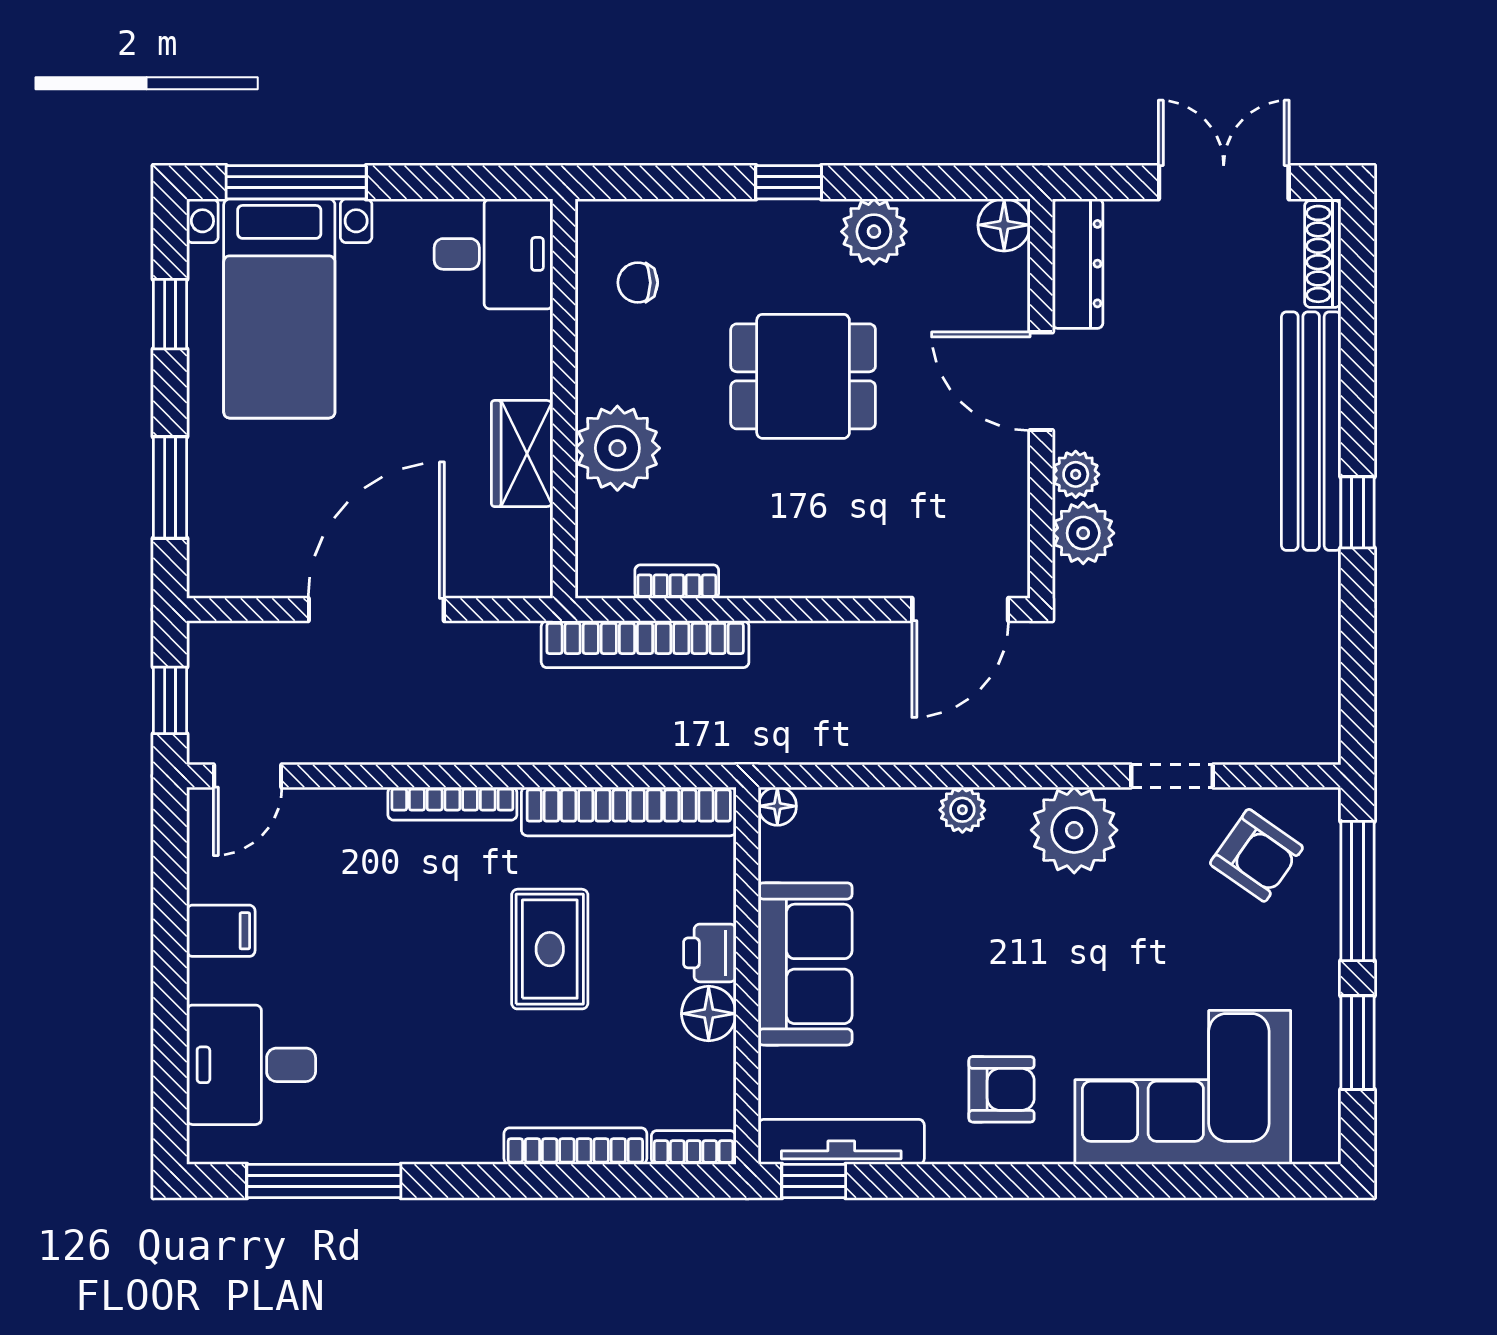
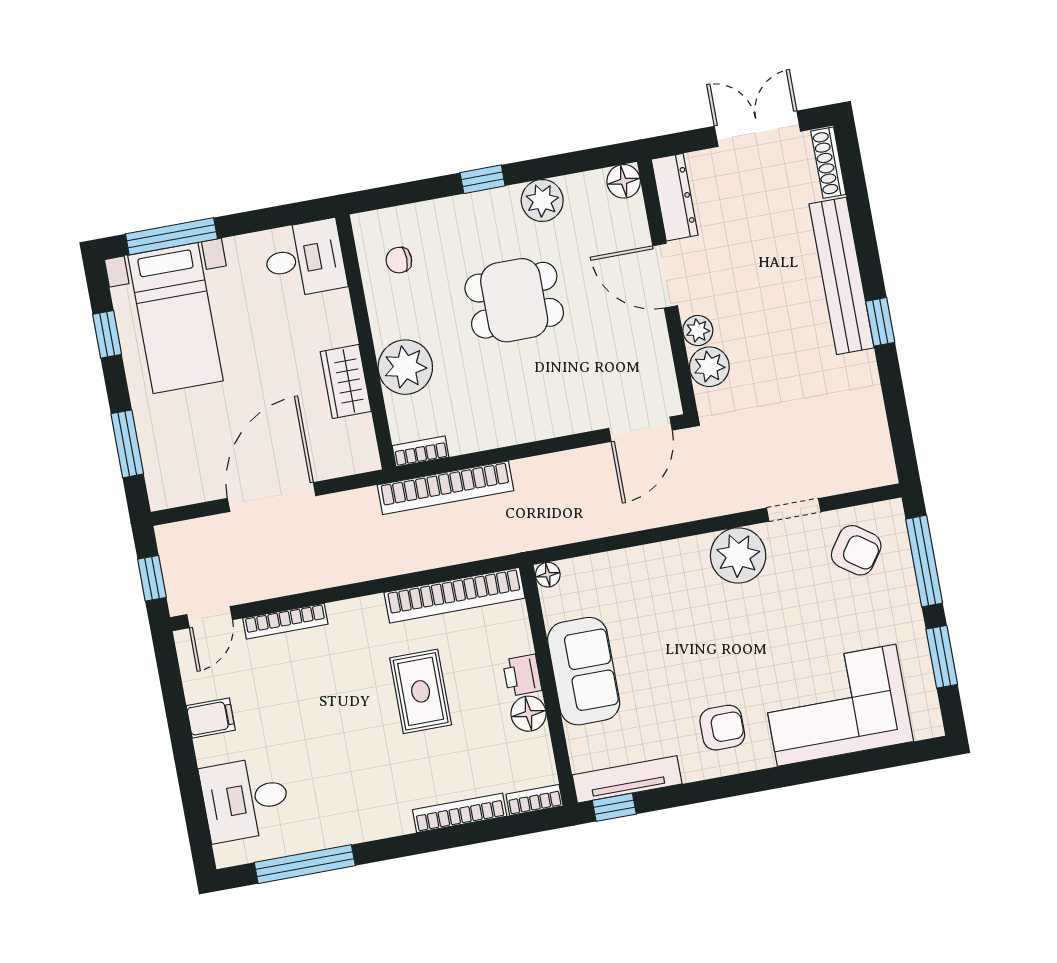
bookcase: (677, 582) -> (421, 451), moved
bookcase: (452, 804) -> (285, 621), moved
plant: (962, 810) -> (665, 556), removed

